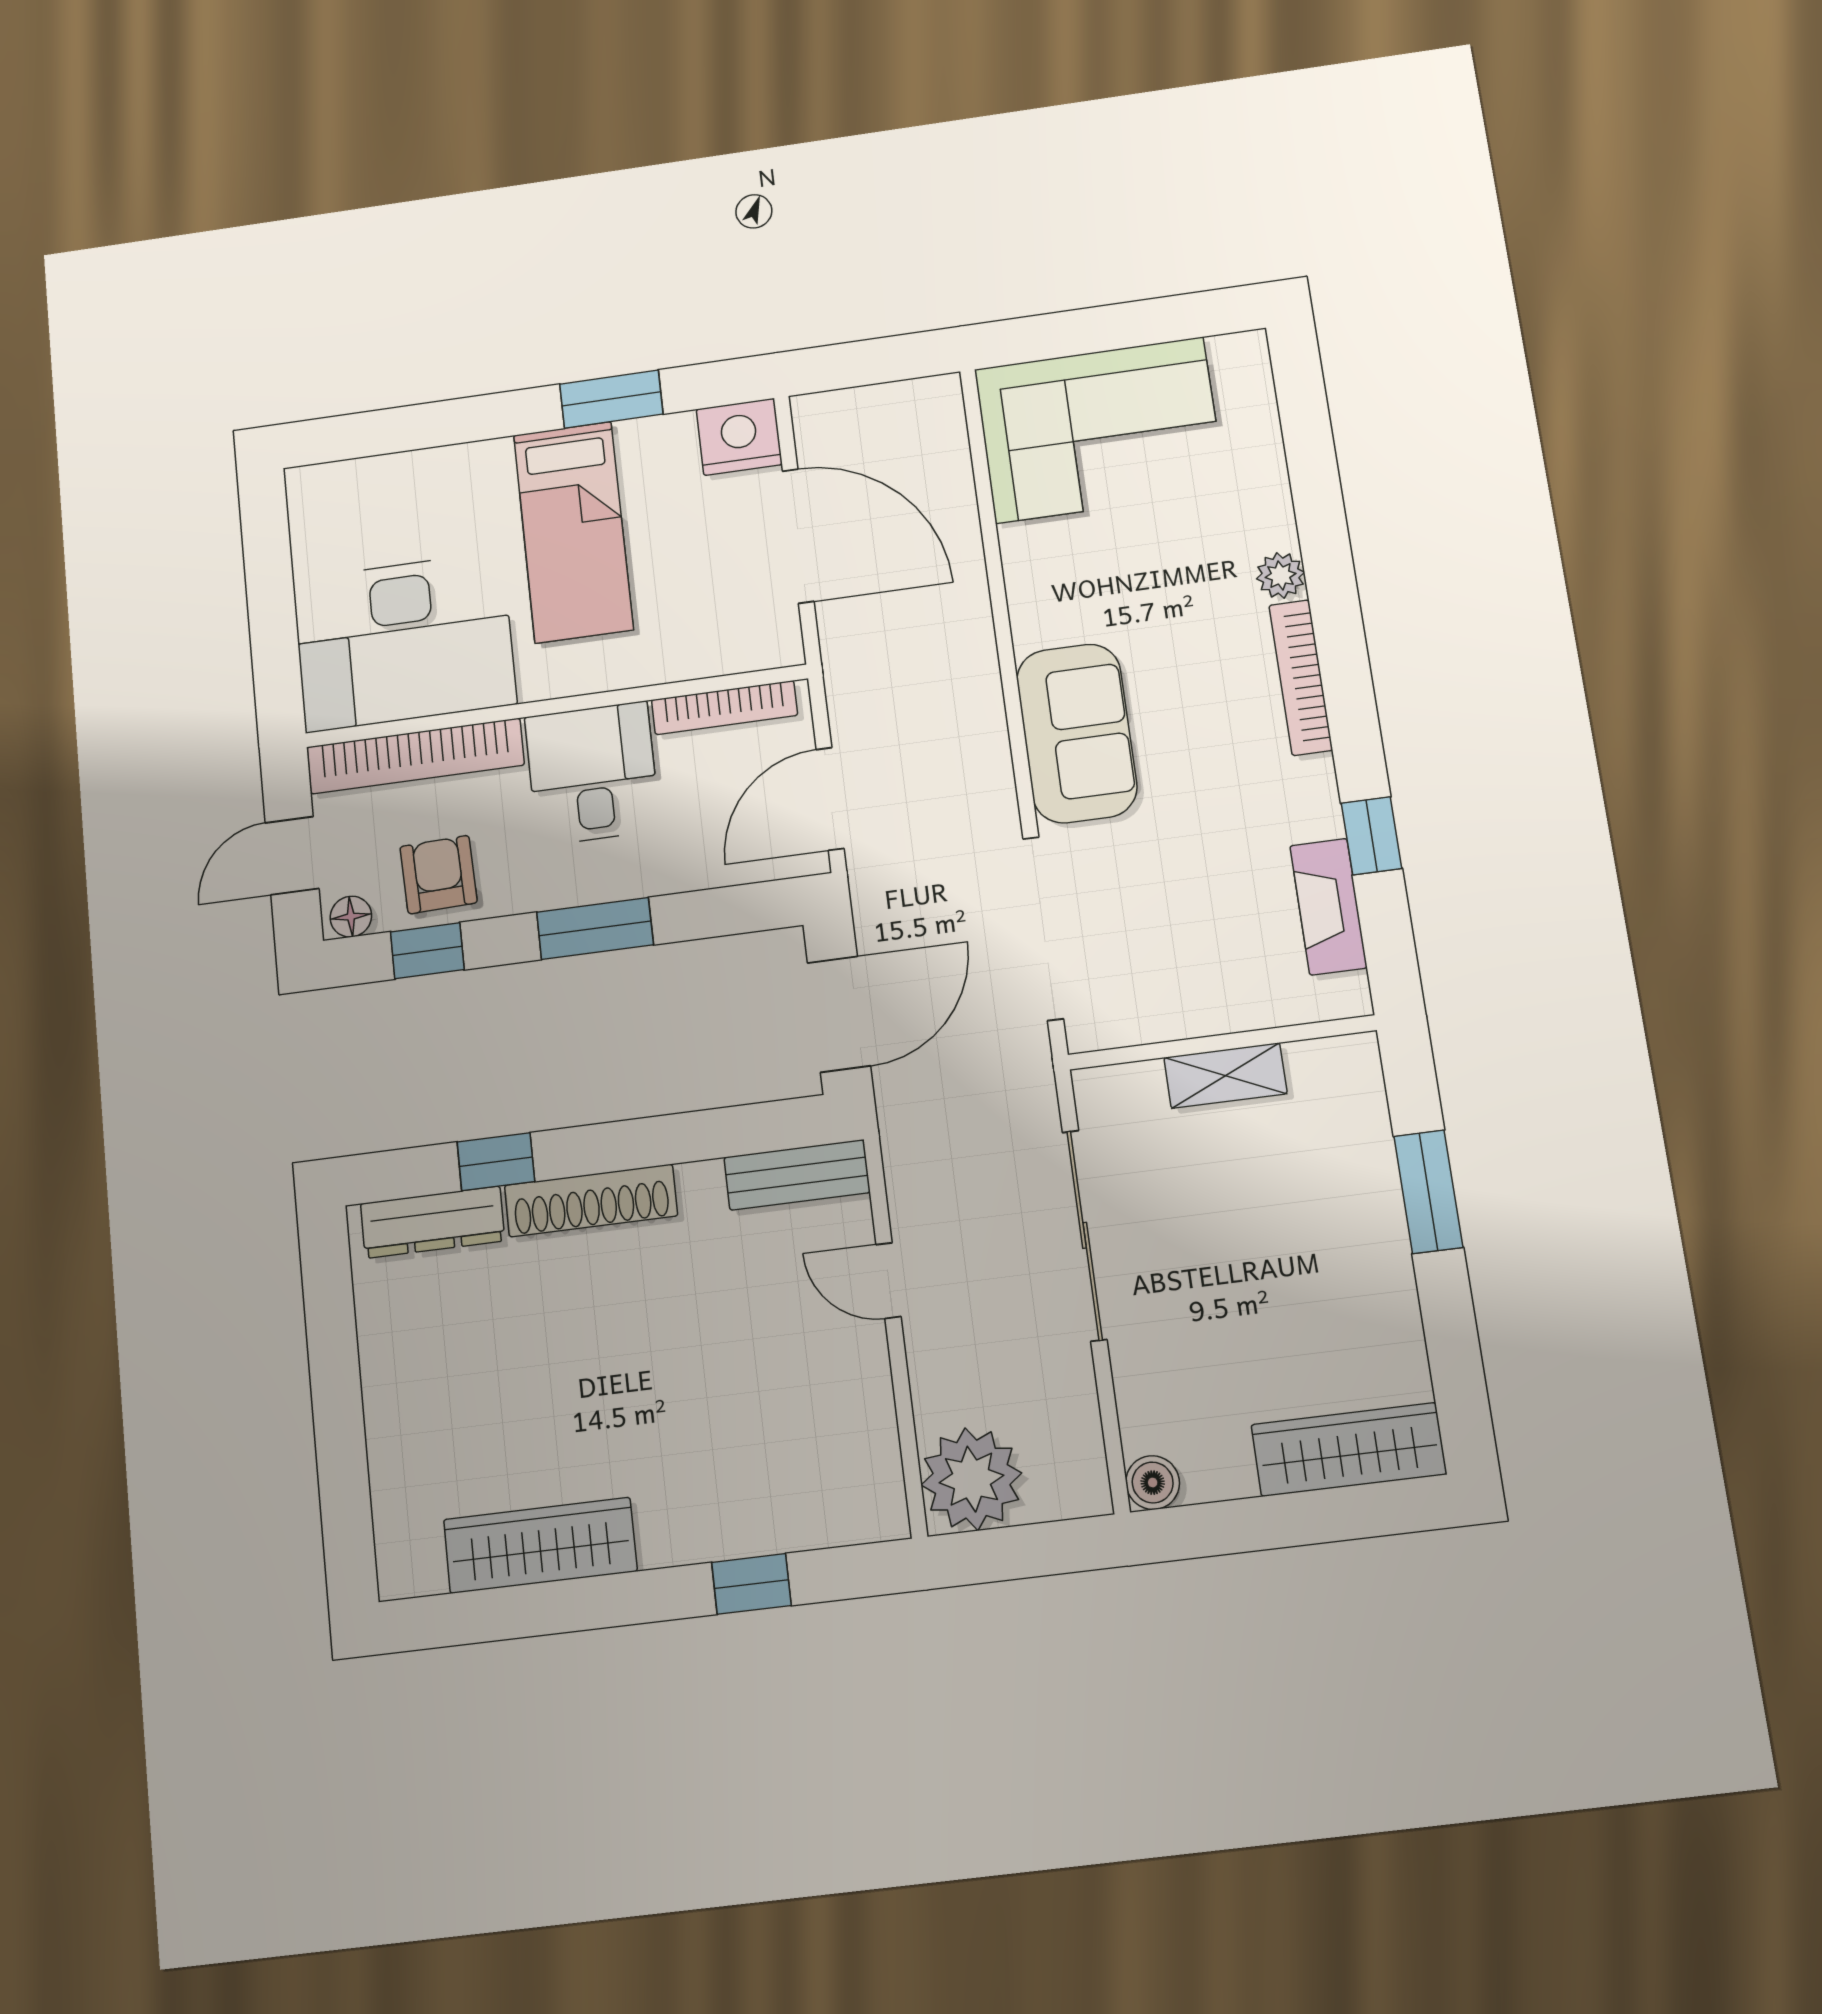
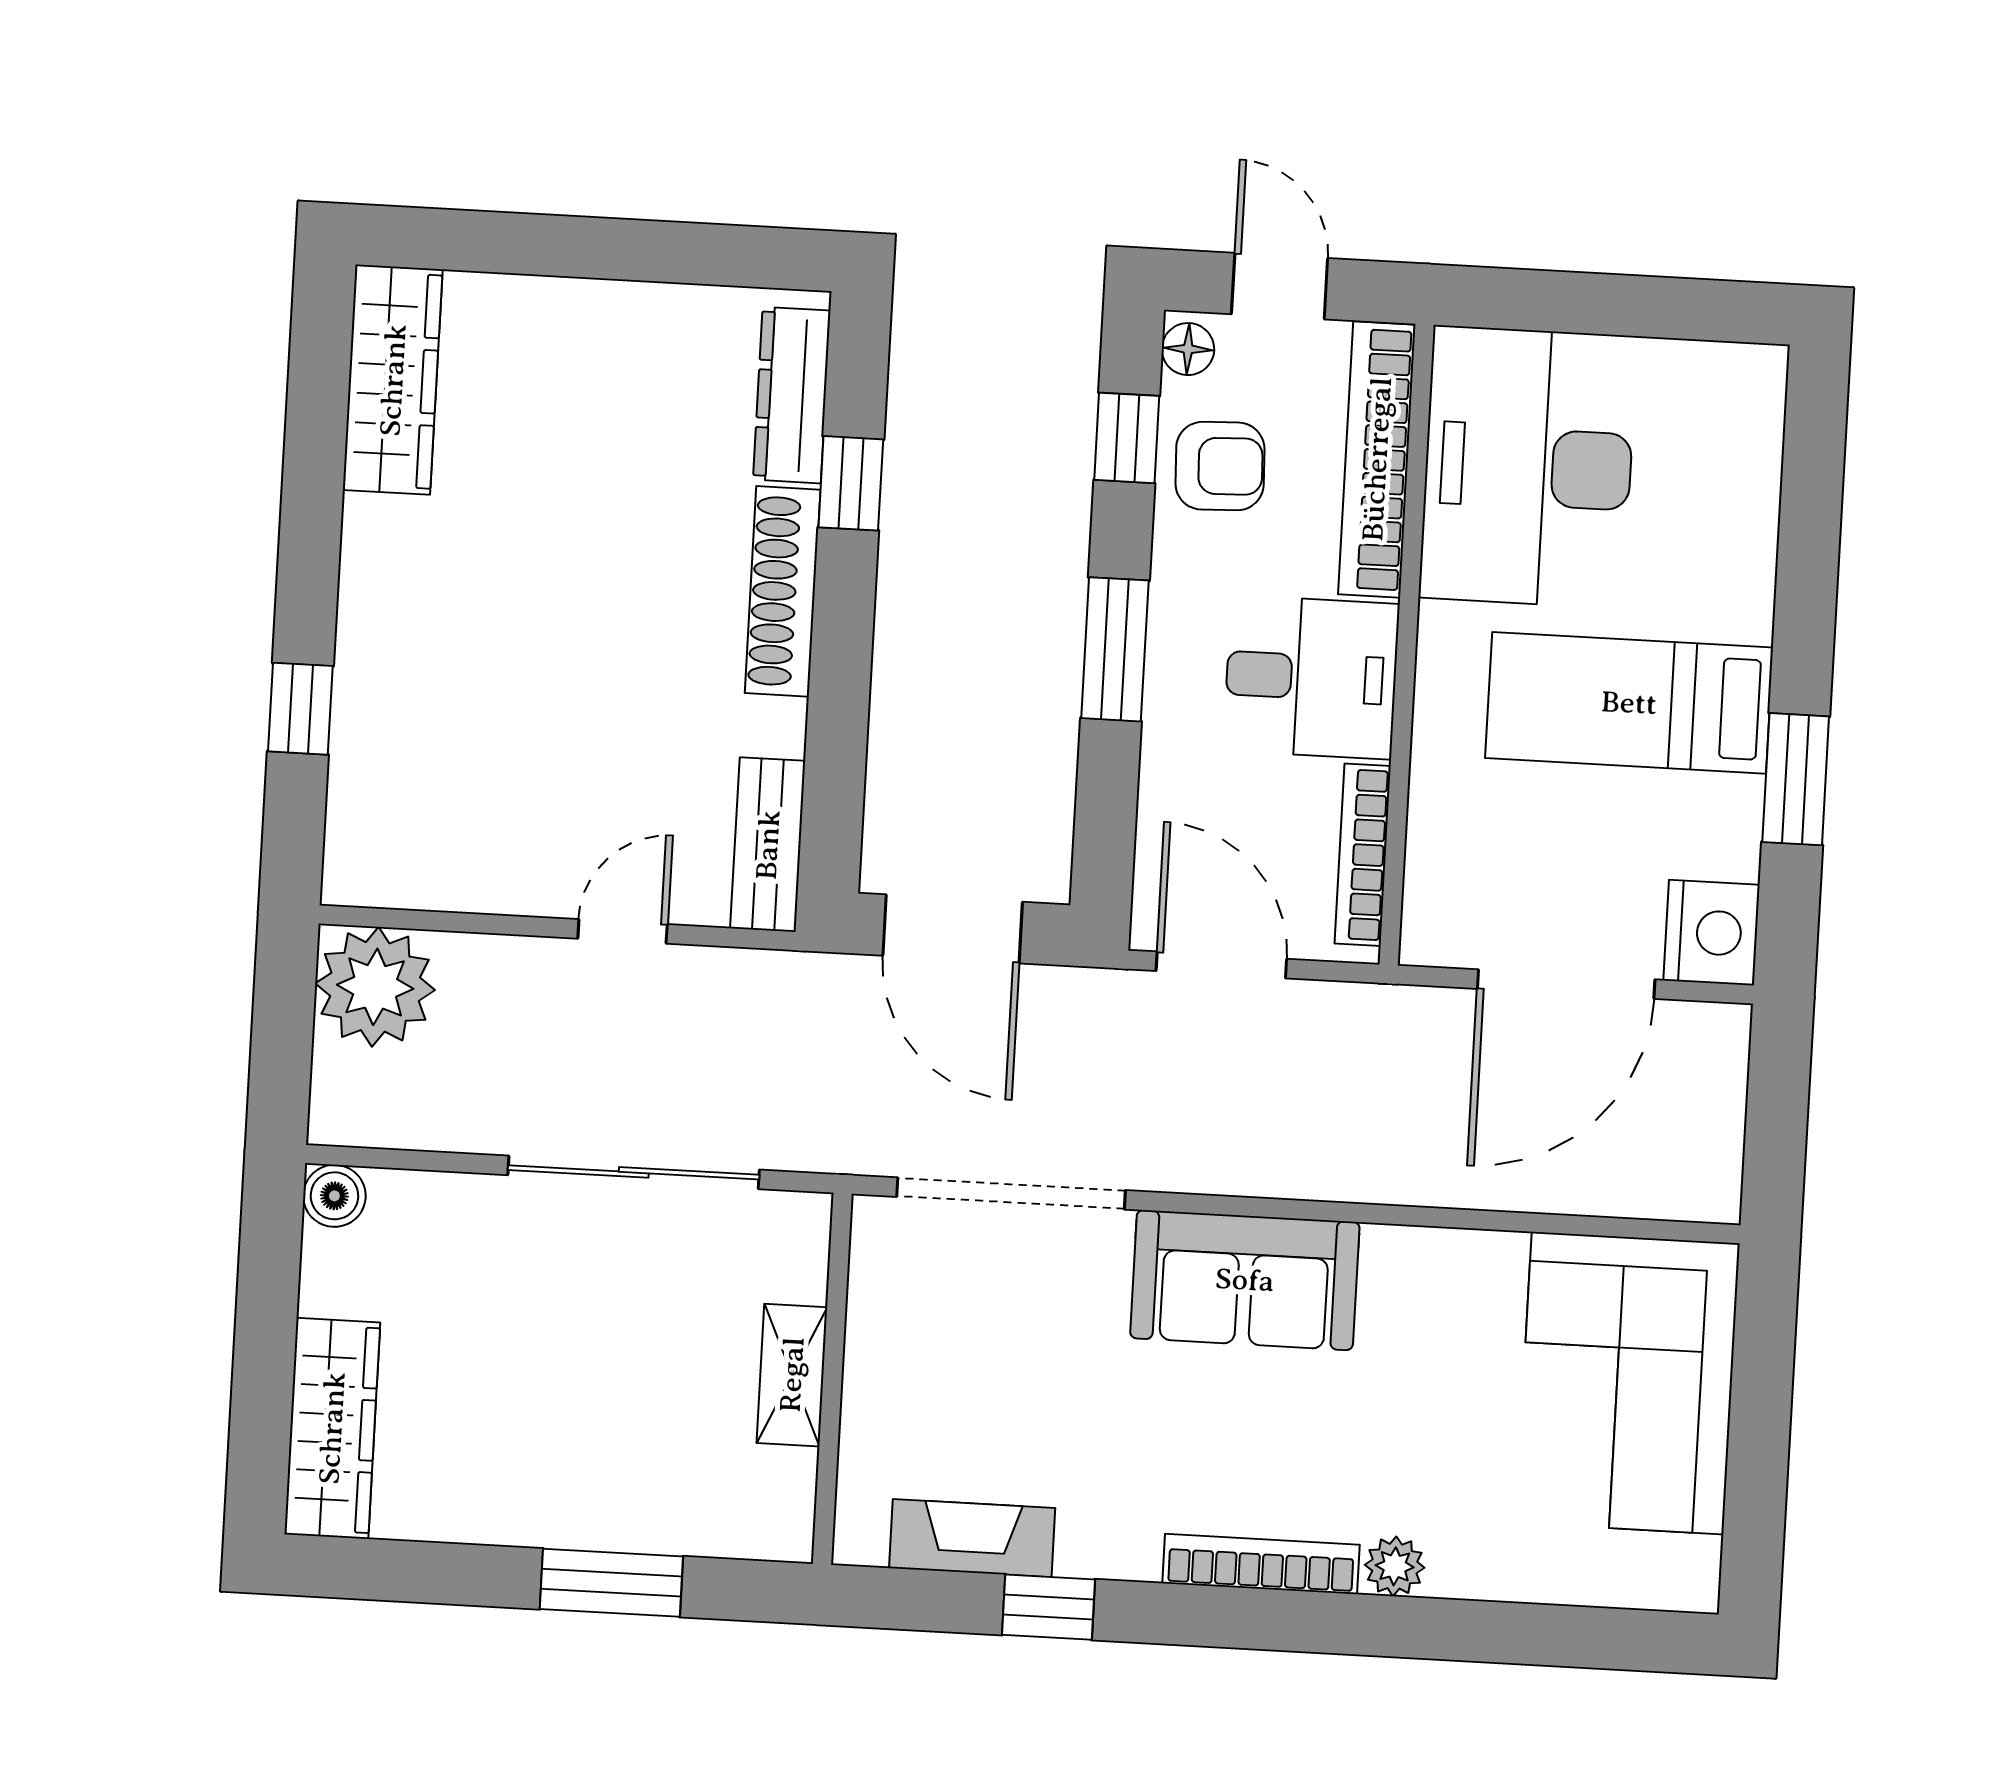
wardrobe: (540, 1545) -> (393, 380), moved

